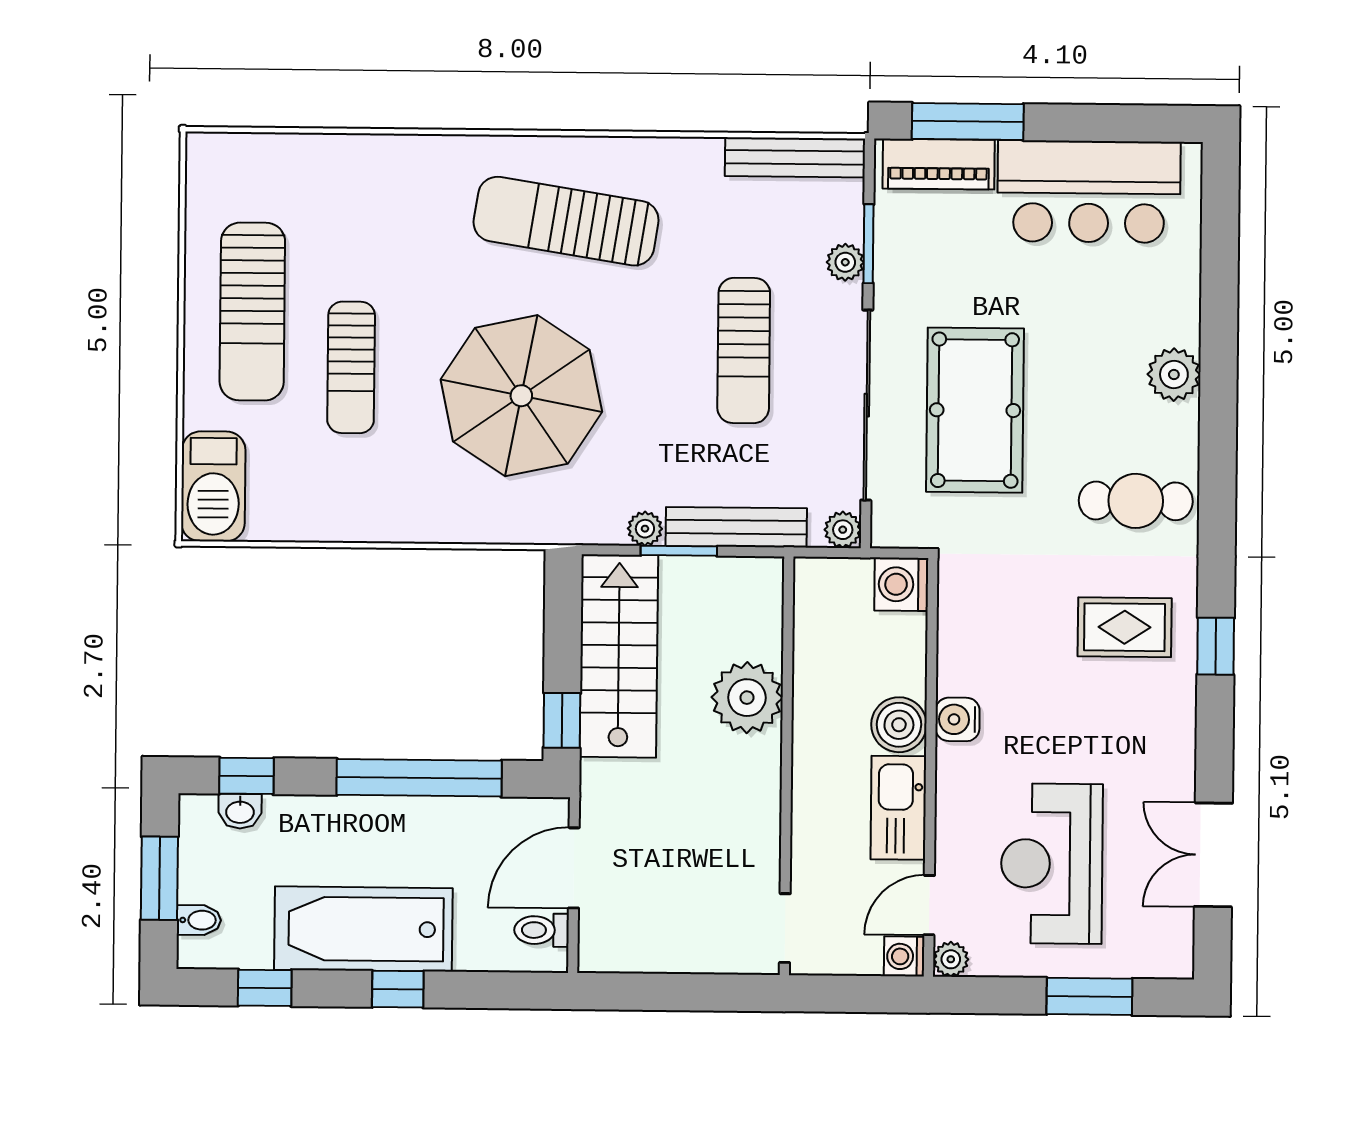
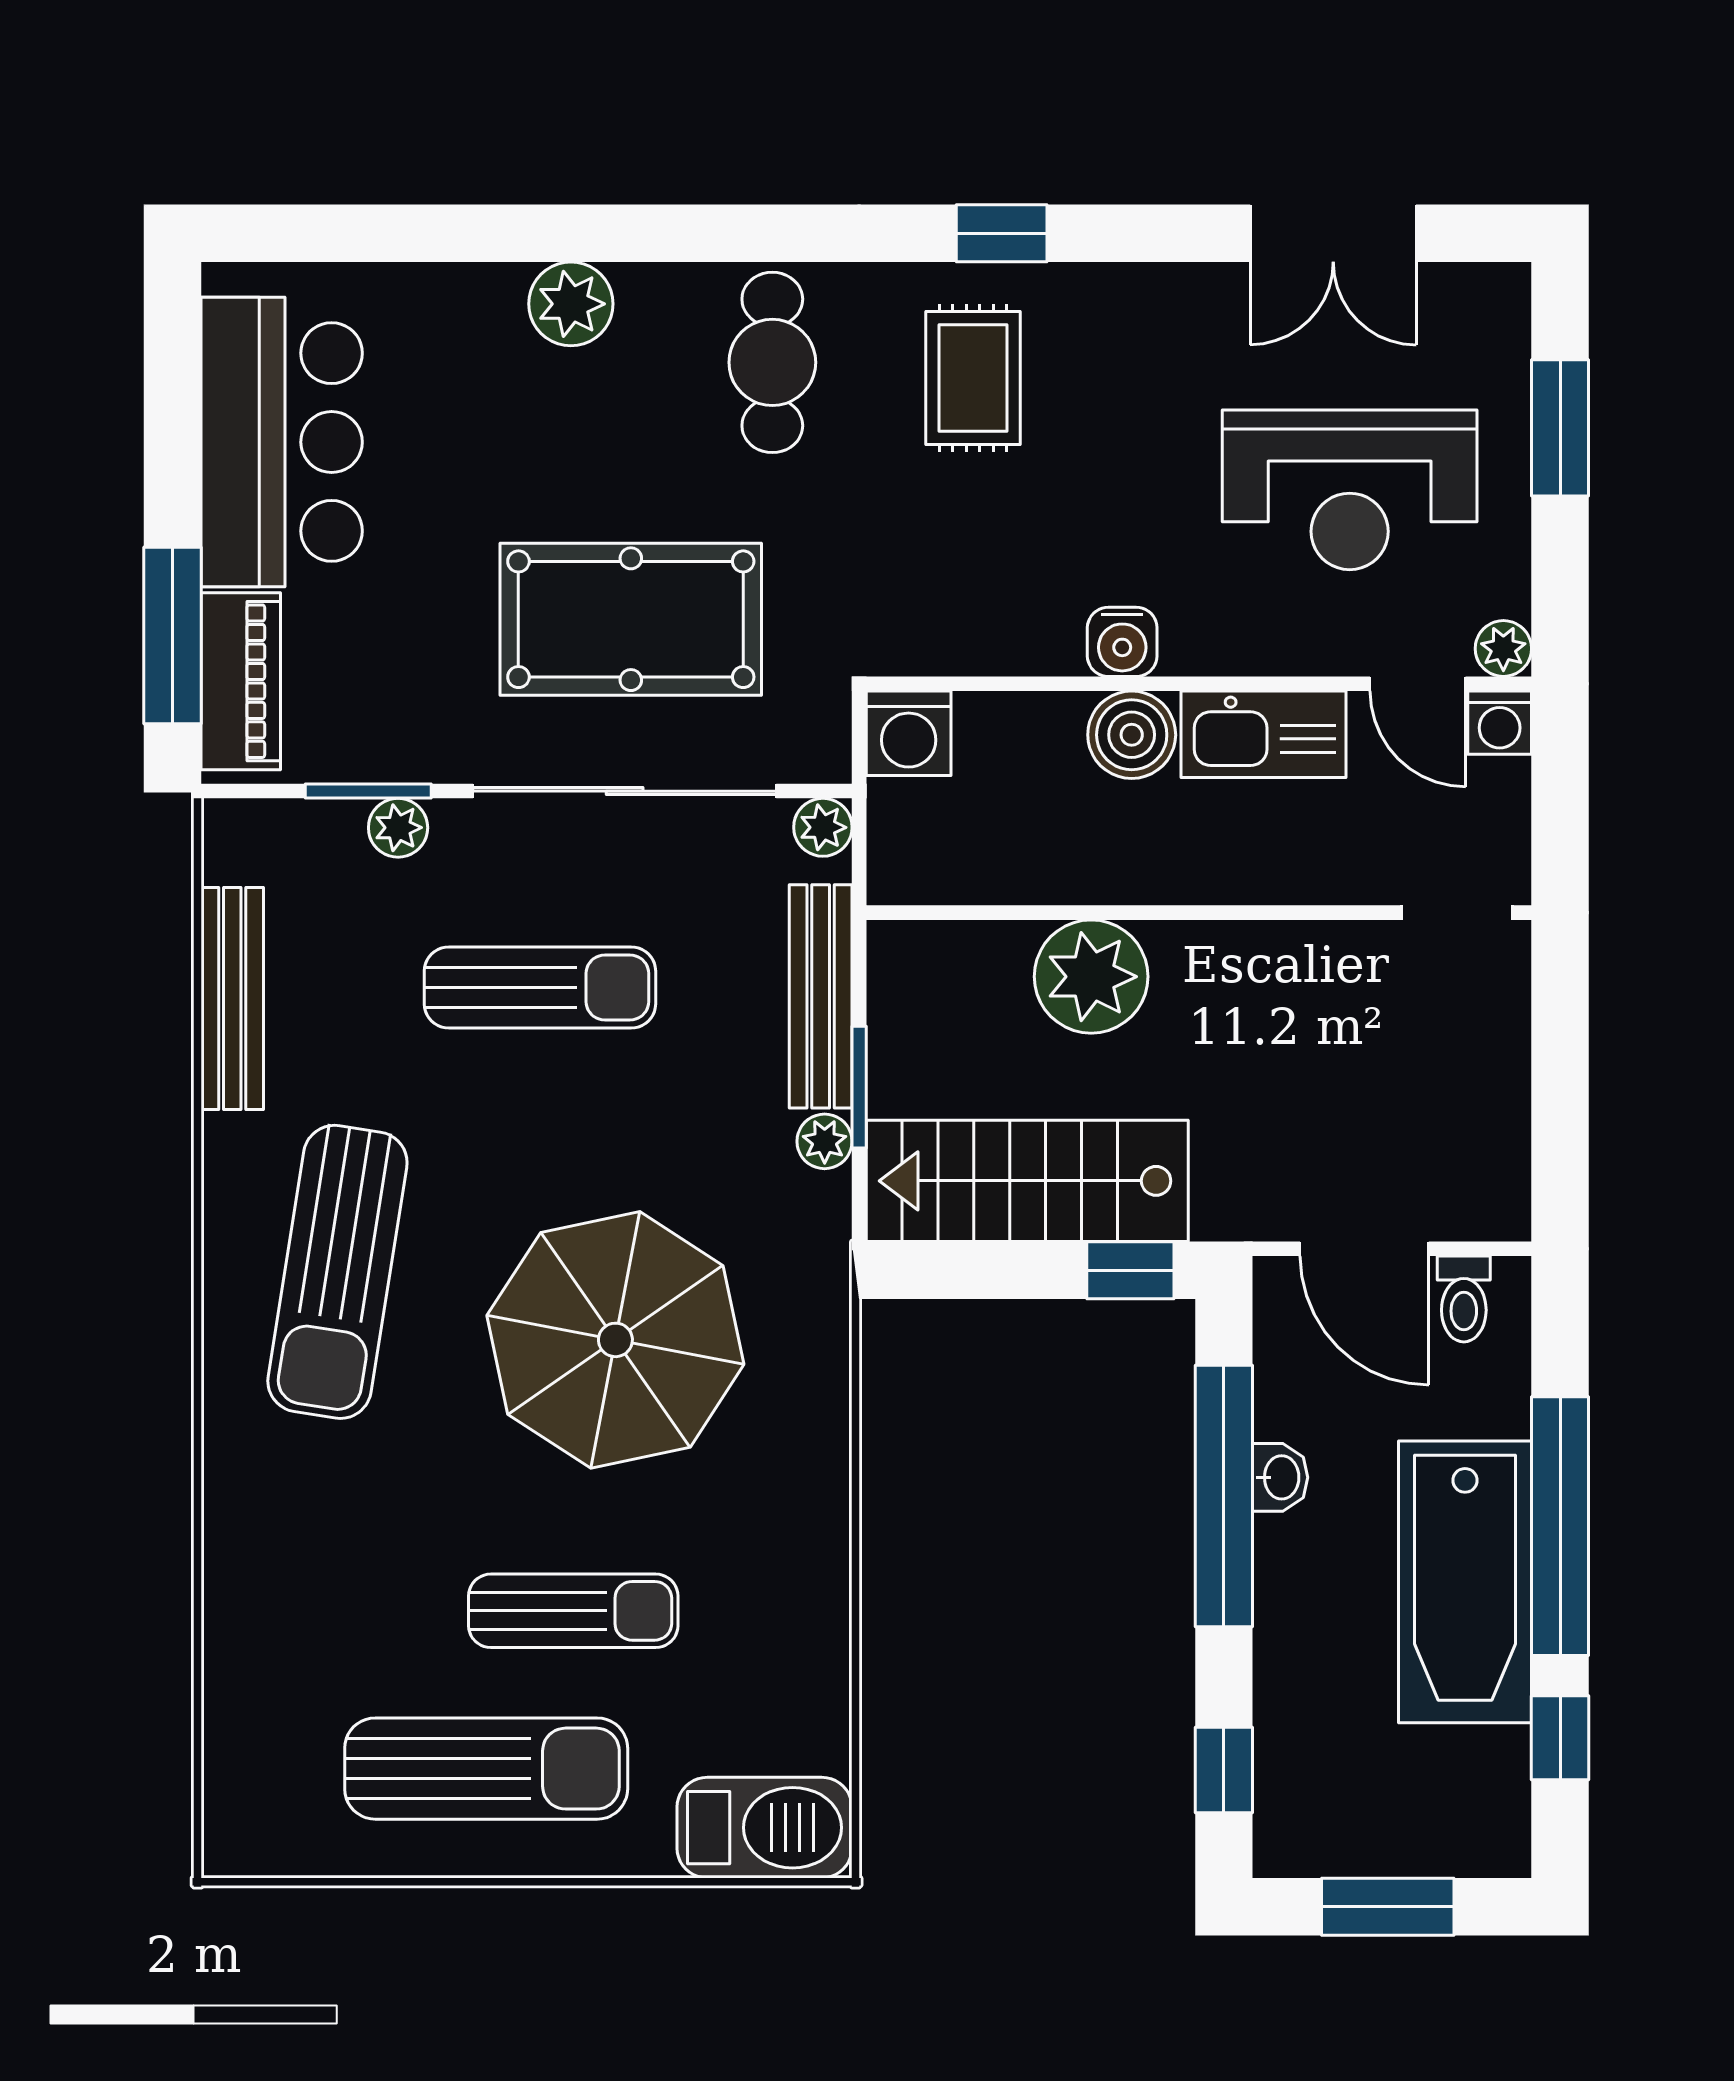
bench: (795, 157) -> (232, 999), moved
washbasin: (240, 811) -> (1280, 1477), moved
bidet: (199, 920) -> (1454, 1843), removed
window: (398, 989) -> (1560, 1526), width x3.17

